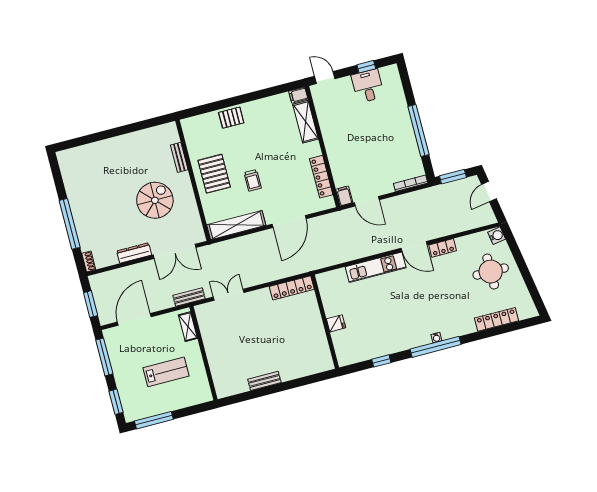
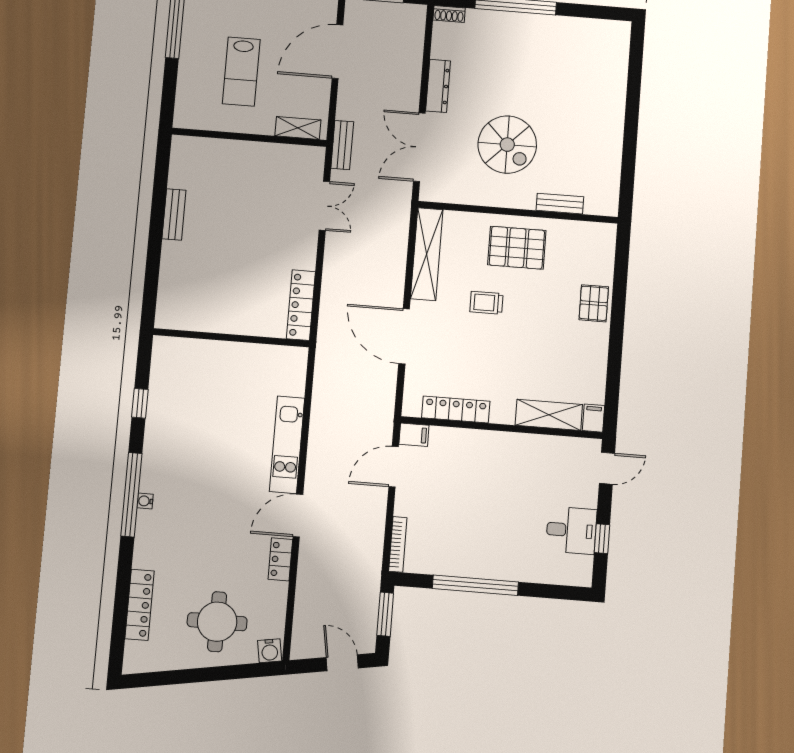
door: (134, 319) -> (337, 52), swing flipped
fridge: (336, 323) -> (223, 354), removed

